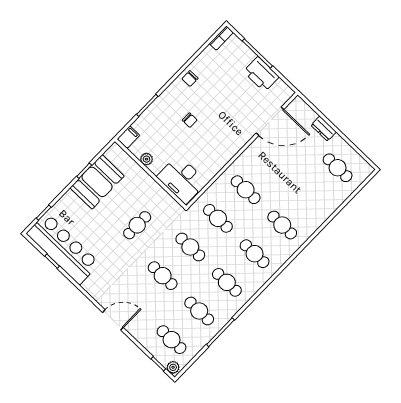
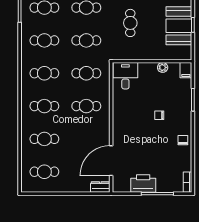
dresser: (324, 129) -> (100, 187), moved
desk: (182, 179) -> (125, 76), width x0.73
cafe table: (310, 196) -> (44, 139), added

